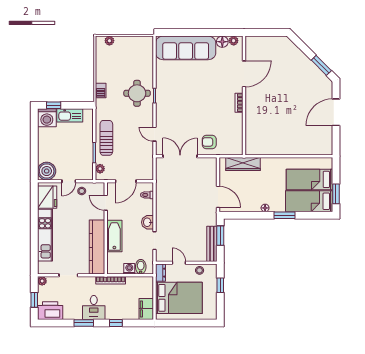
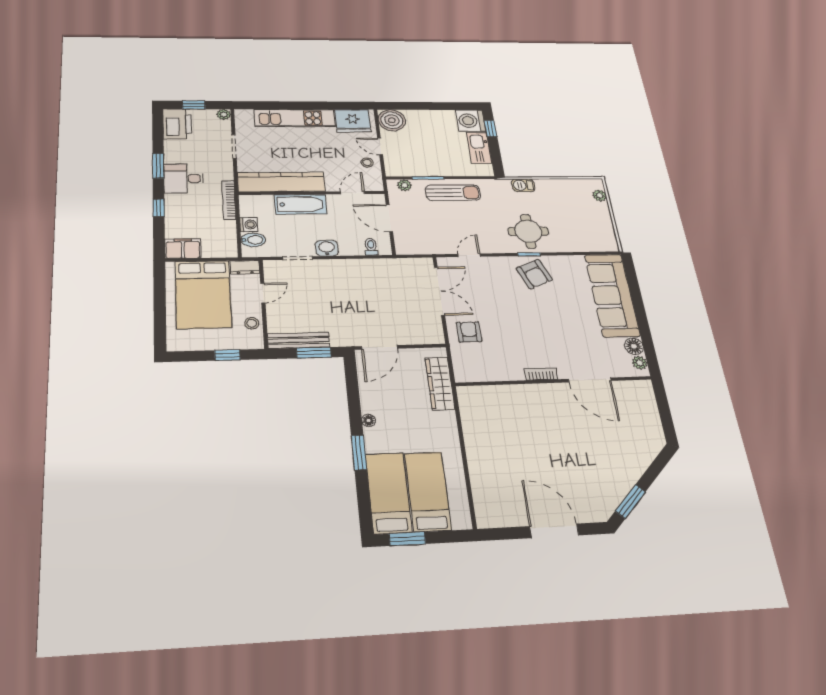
armchair: (169, 95) -> (534, 274), added

